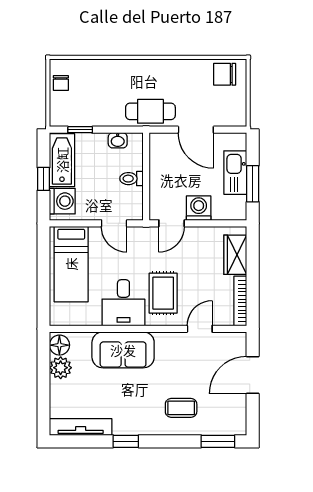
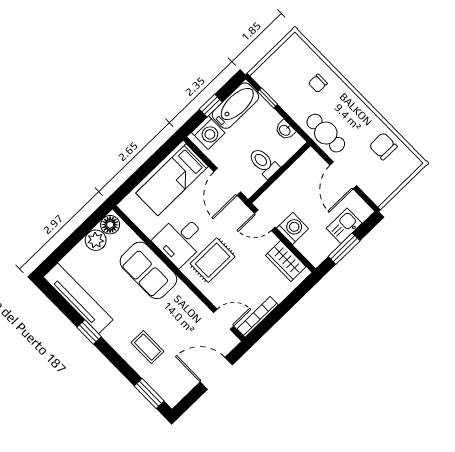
chair: (225, 74) -> (383, 146), moved
chair: (61, 83) -> (318, 83), moved
kitchen sink: (235, 173) -> (344, 226), width x0.73
toilet: (131, 179) -> (264, 163), width x1.37, depth x1.39
door: (114, 223) -> (227, 182), width x1.38
wardrobe: (235, 255) -> (286, 261), moved, turned -90
door: (200, 329) -> (224, 319), moved
tv unit: (81, 427) -> (78, 298), width x1.36, depth x1.29

